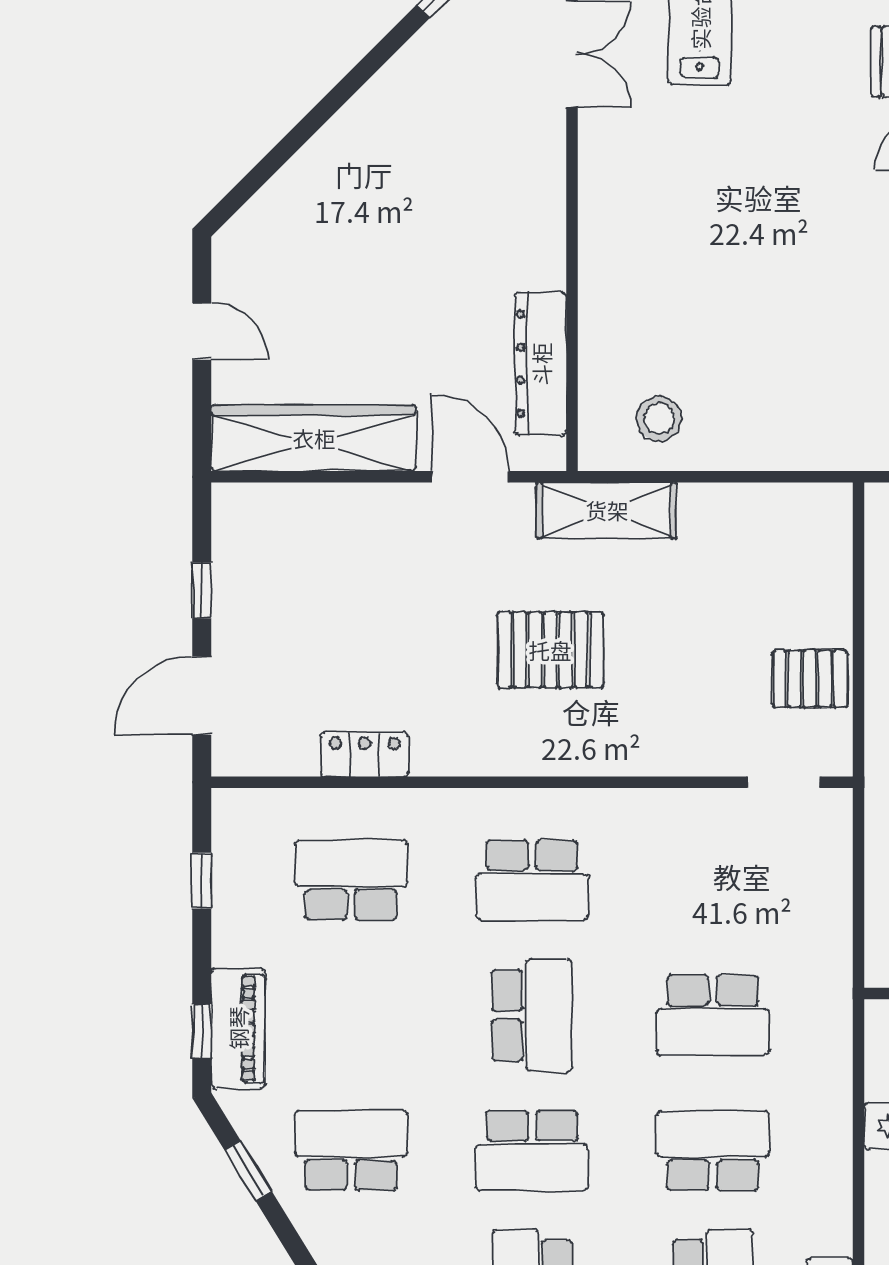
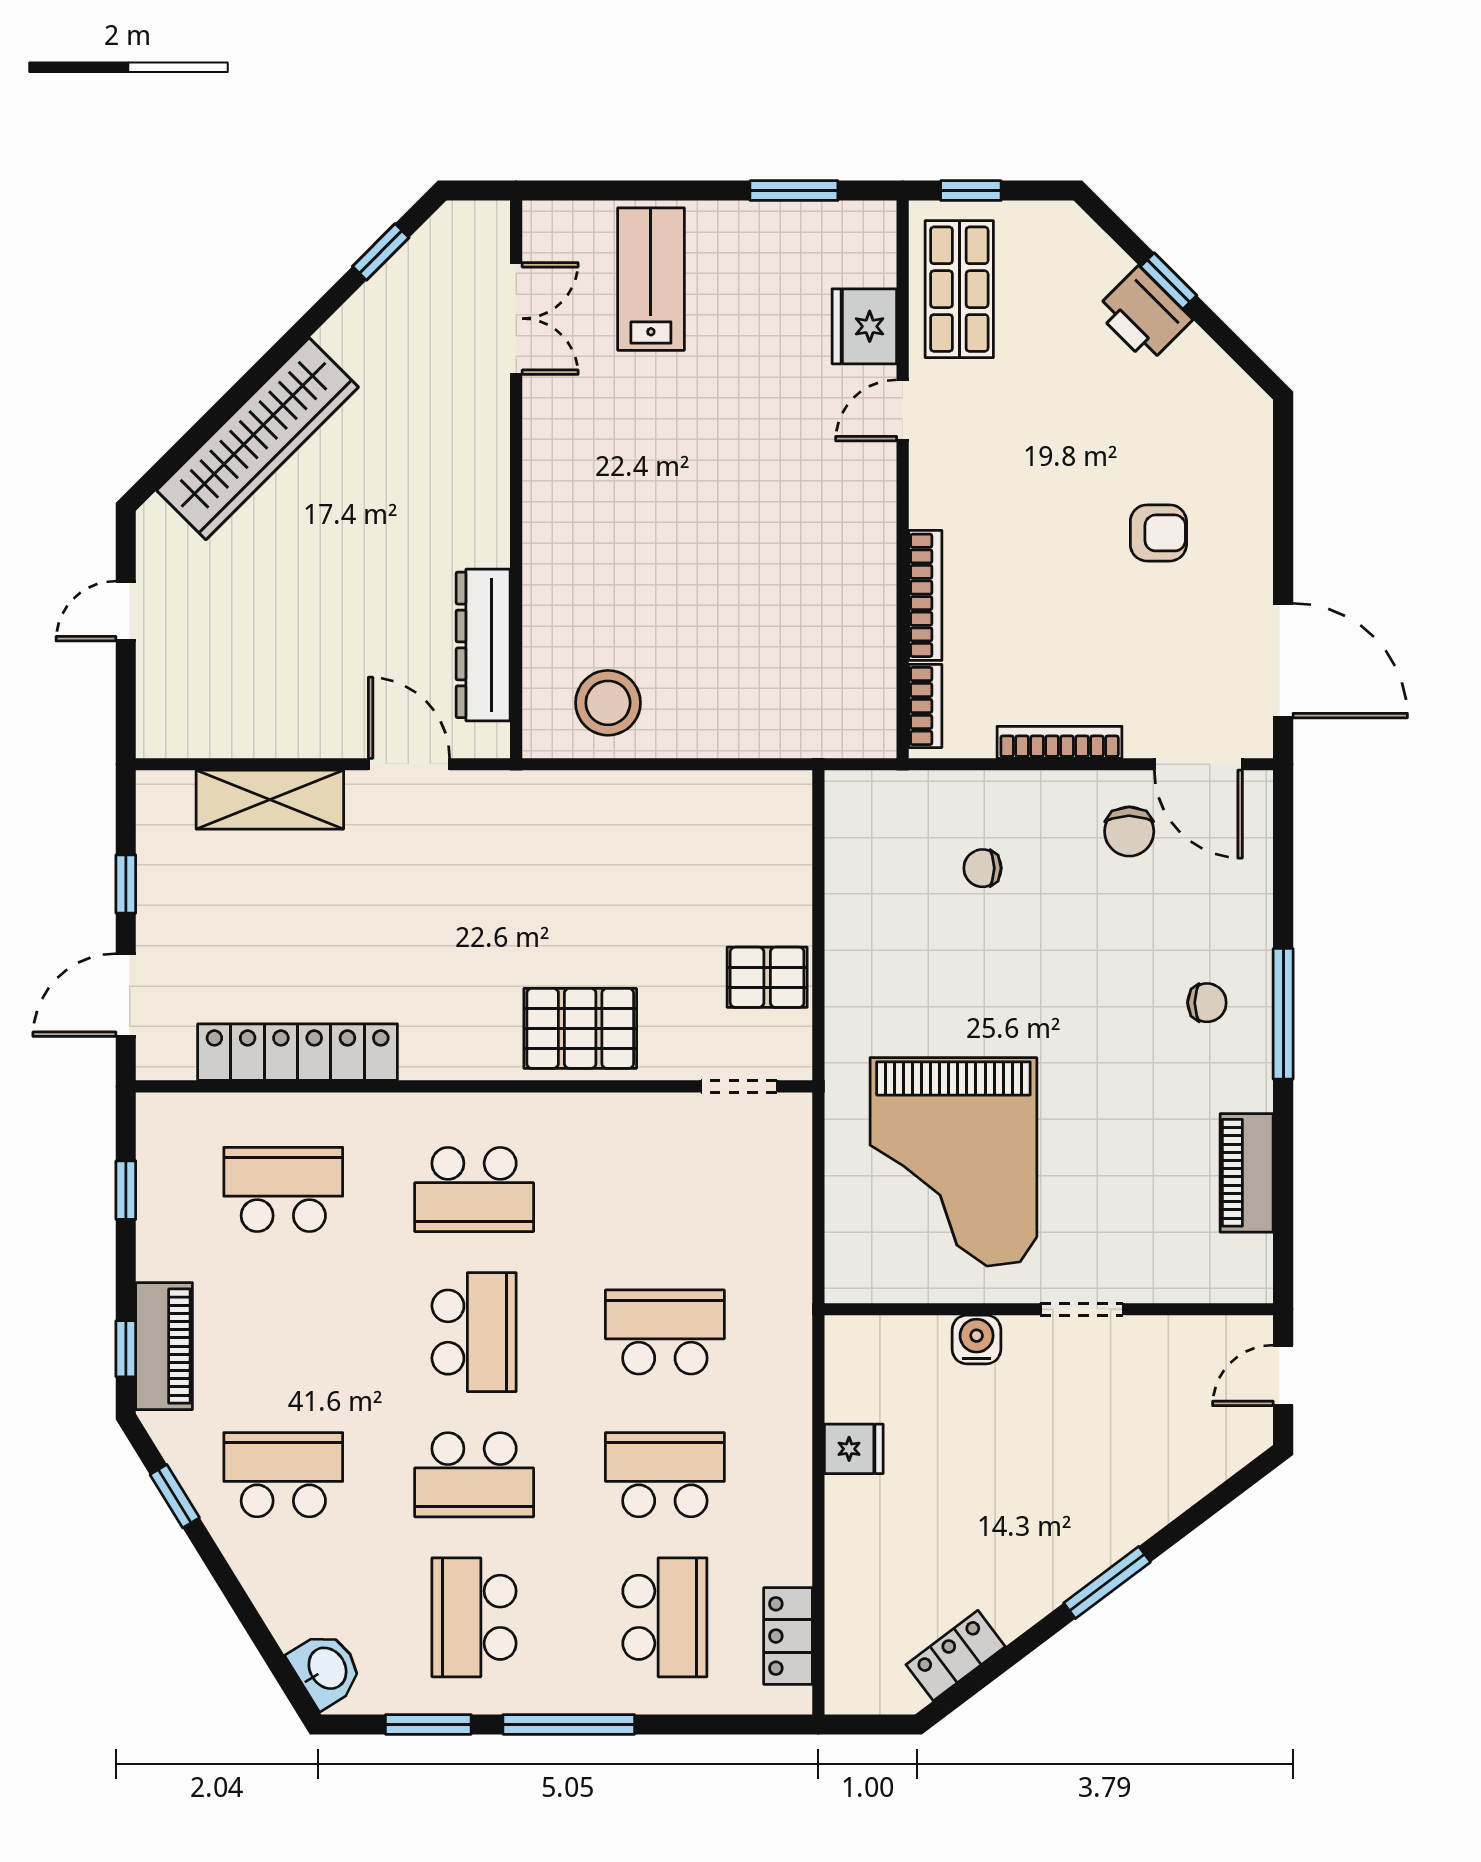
door: (202, 331) -> (126, 611), swing flipped
stool: (659, 419) -> (608, 703), width x1.38, depth x1.38
wardrobe: (314, 438) -> (257, 439), moved, turned 135
shelving: (607, 510) -> (270, 800), moved
pallet: (550, 650) -> (580, 1028), moved
locker: (365, 754) -> (298, 1052), width x2.16, depth x1.21
school desk: (713, 1015) -> (665, 1332), turned 180

